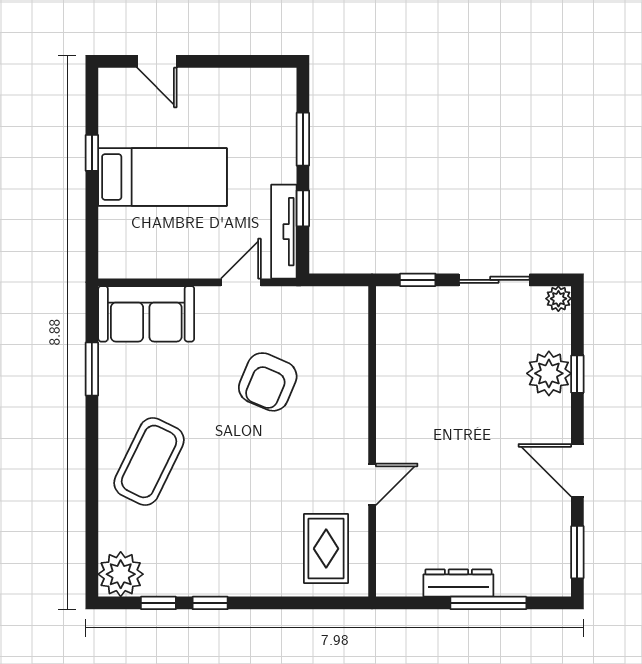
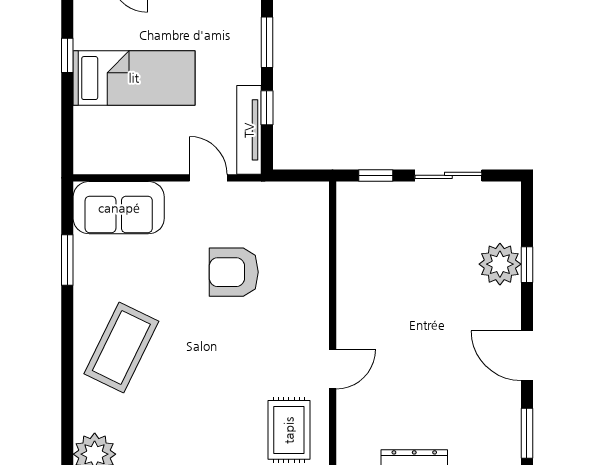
door: (241, 282) -> (208, 178), hinge flipped
plant: (558, 299) -> (509, 193), removed
armchair: (268, 382) -> (234, 272), turned 67

